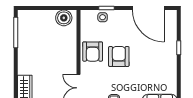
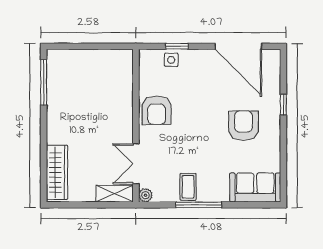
boiler: (64, 18) -> (114, 61), removed
armchair: (119, 56) -> (243, 126), moved

